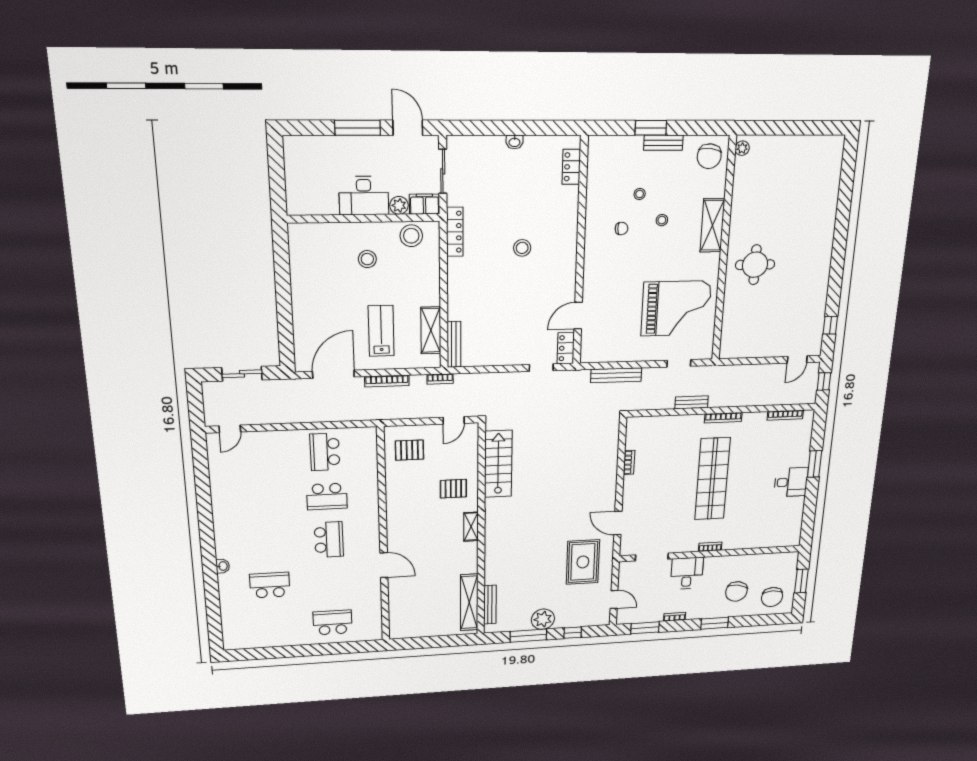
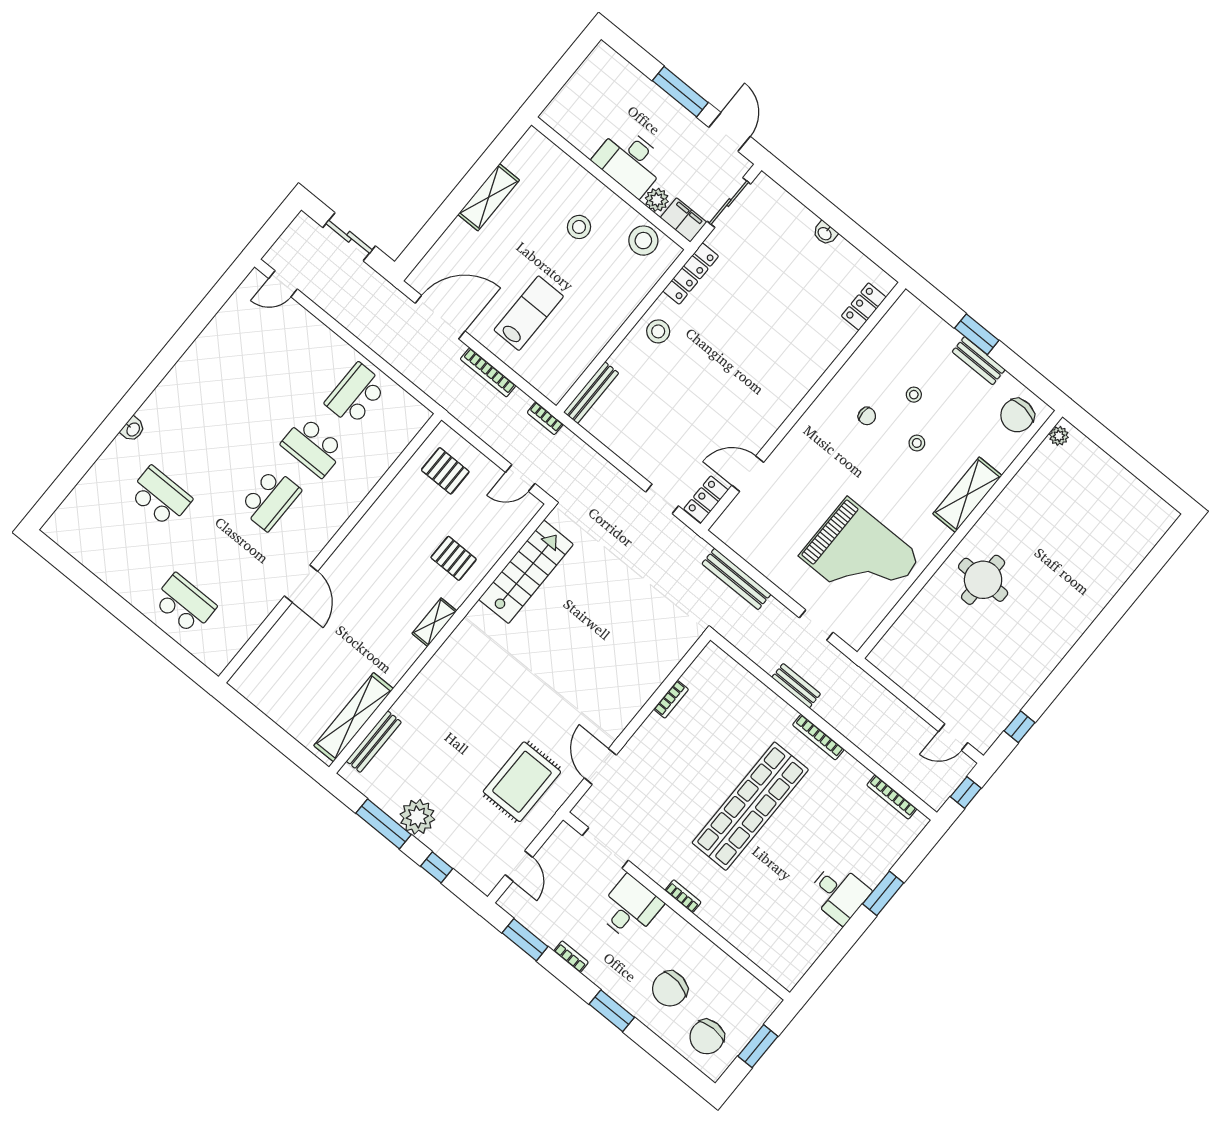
stool: (522, 248) -> (658, 331), moved
shelving: (431, 330) -> (489, 197), moved

